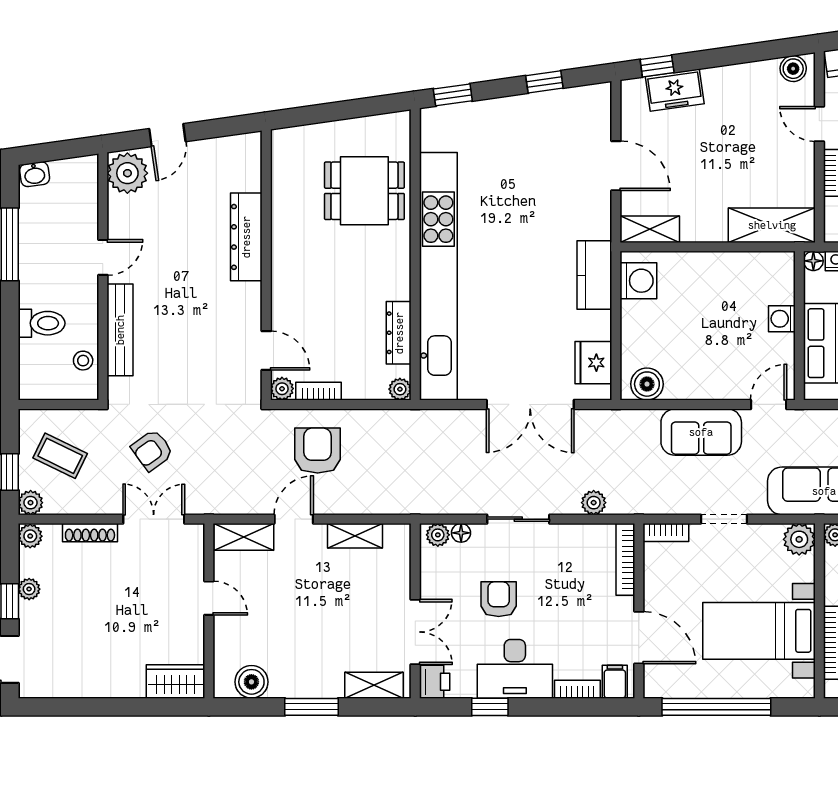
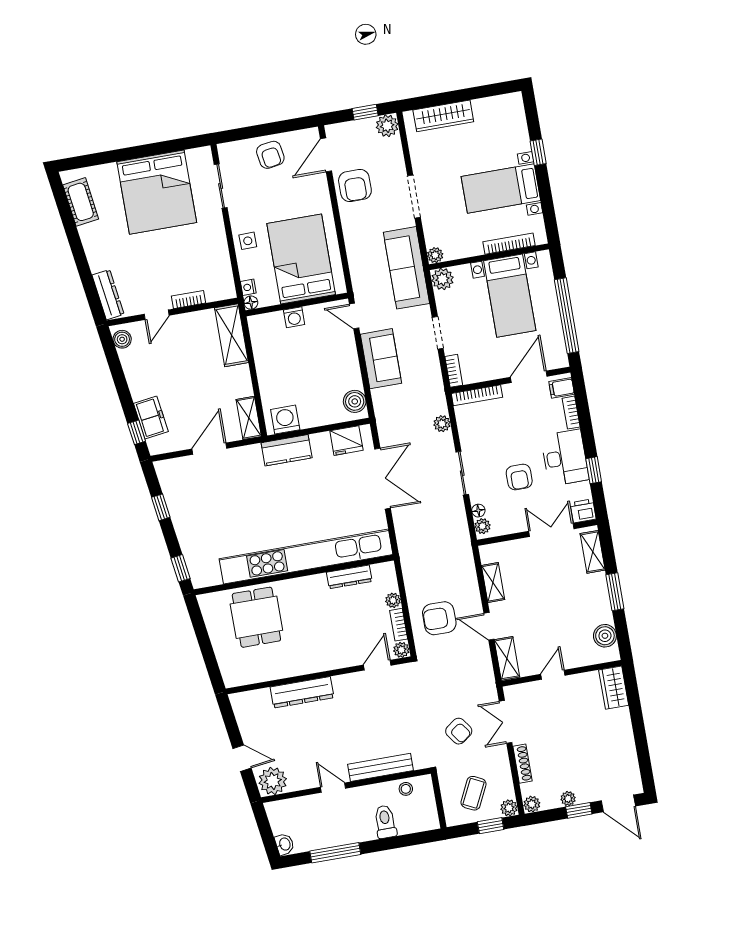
plant: (400, 389) -> (393, 600), moved
armchair: (499, 599) -> (519, 477), turned -90

